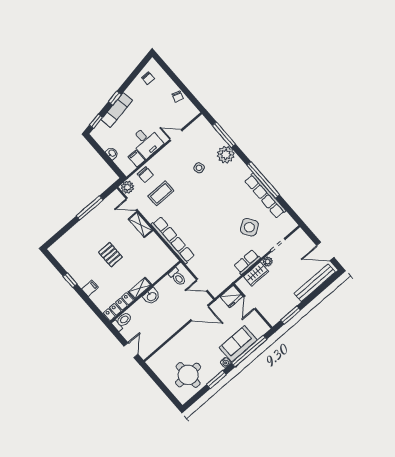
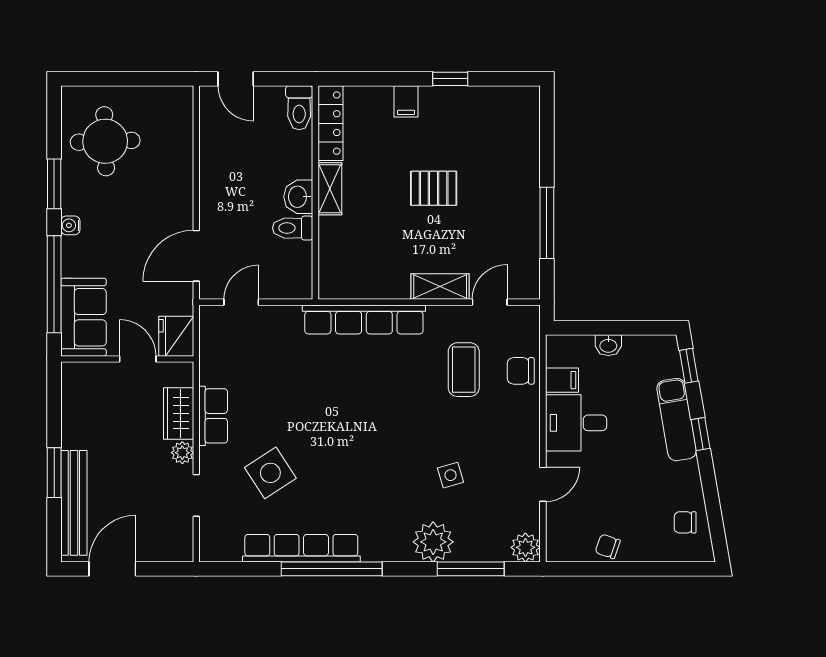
plant: (127, 187) -> (525, 547), moved
toilet: (177, 277) -> (293, 228), moved
window: (290, 315) -> (54, 473), moved
sofa: (238, 344) -> (83, 317), moved

